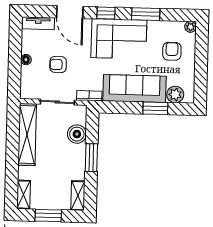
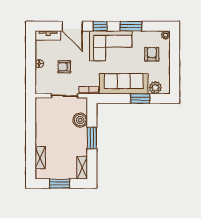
shelving: (27, 134) -> (42, 121), removed
shelving: (24, 195) -> (40, 158), moved

